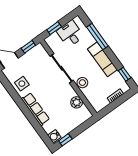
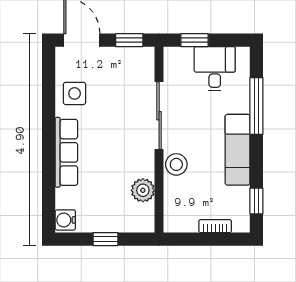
window: (65, 140) -> (105, 239), moved

